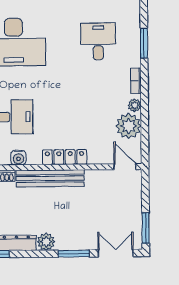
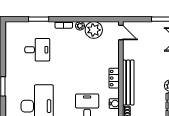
desk: (98, 41) -> (37, 50), turned 180
locker: (65, 157) -> (114, 78), width x0.66
door: (125, 167) -> (121, 33), swing flipped

